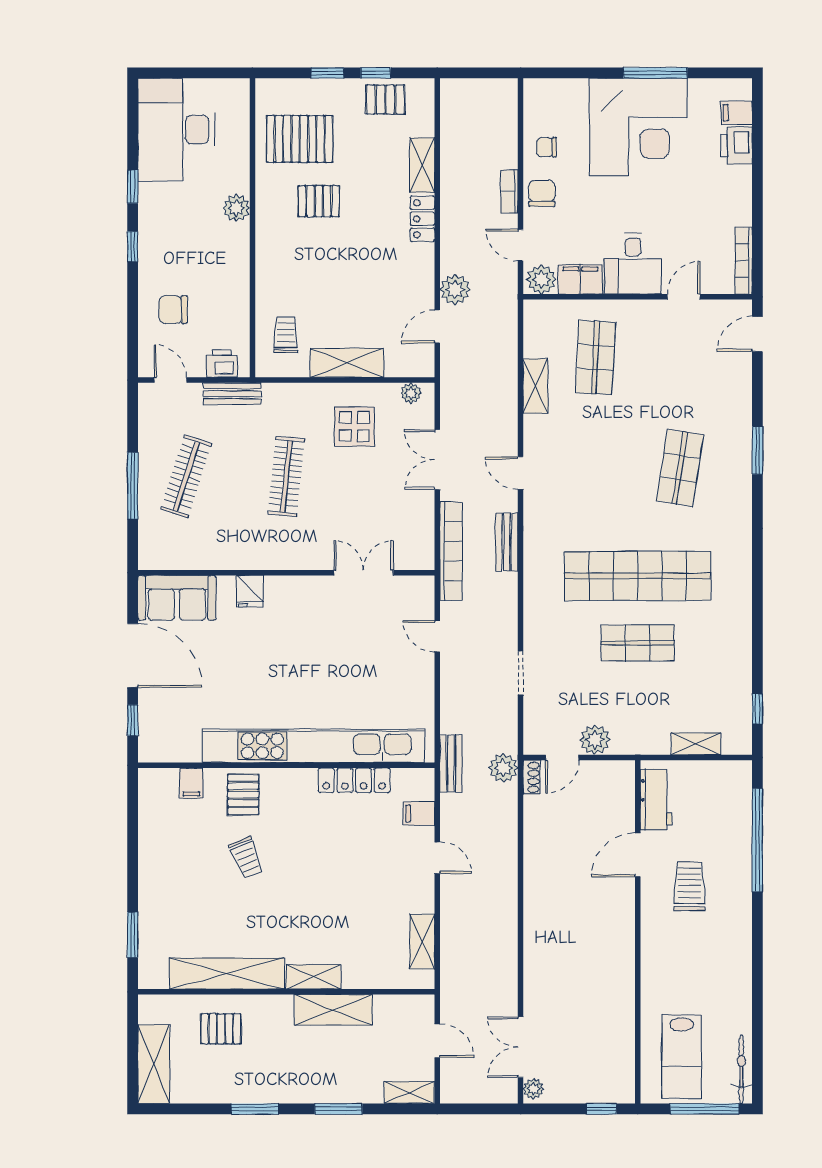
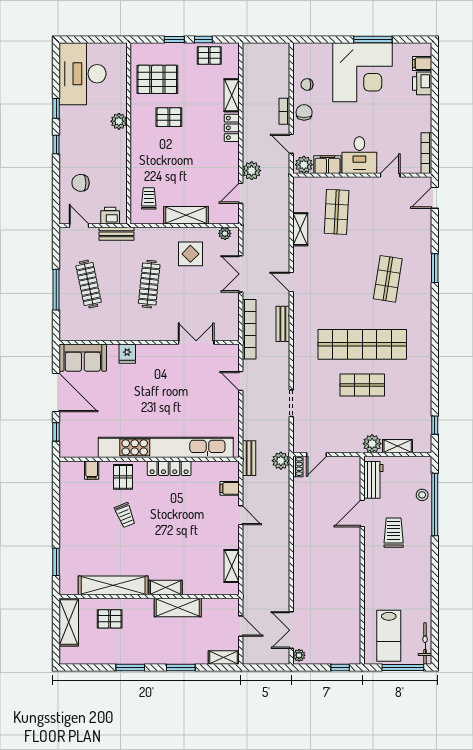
clothes rail: (186, 476) -> (89, 284), turned -30
plant: (595, 740) -> (372, 444), moved
locker: (354, 780) -> (169, 468), moved
stool: (736, 824) -> (422, 495), added
shelving: (154, 1064) -> (69, 622), moved

